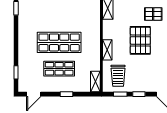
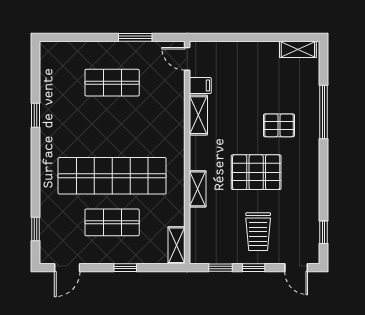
pallet: (140, 40) -> (256, 172), turned 90
shop shelf: (59, 42) -> (112, 176), width x1.40
trolley: (118, 76) -> (258, 232), moved

